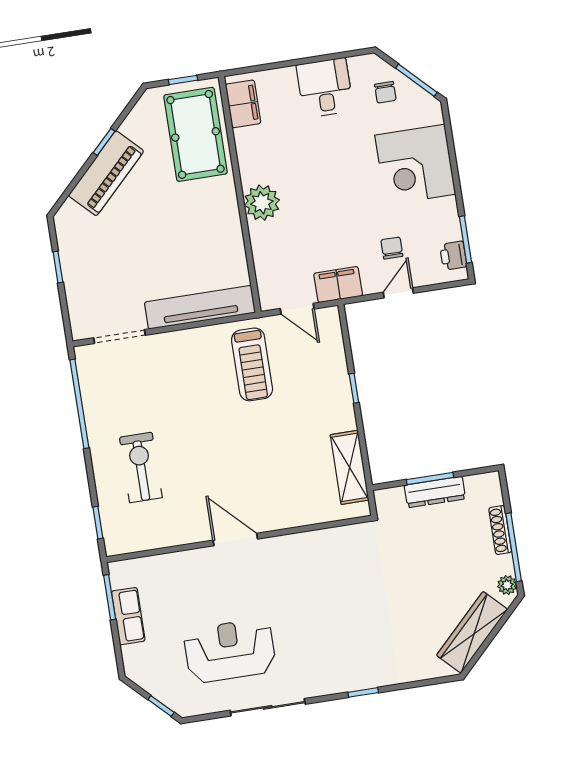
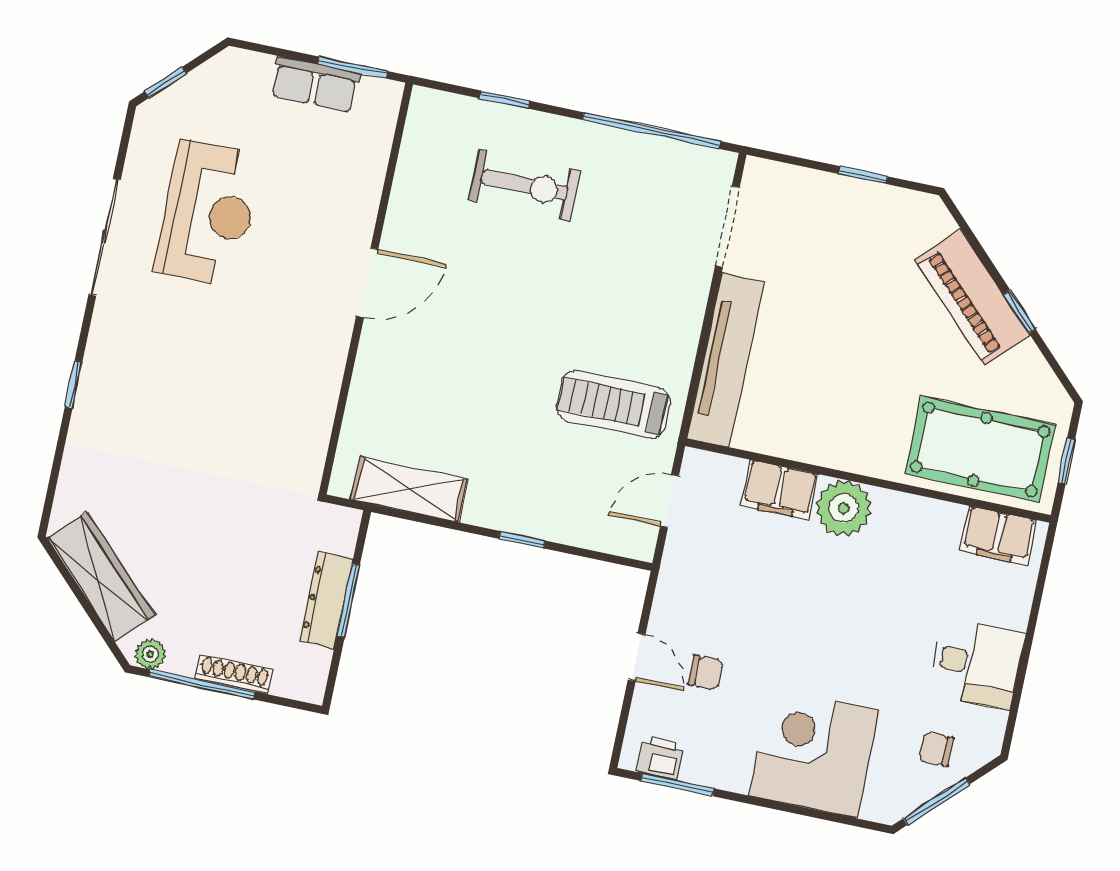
filing cabinet: (338, 285) -> (780, 490), moved, turned 90
window: (98, 523) -> (505, 100), moved

